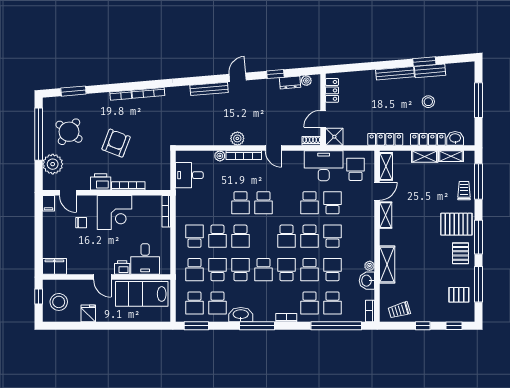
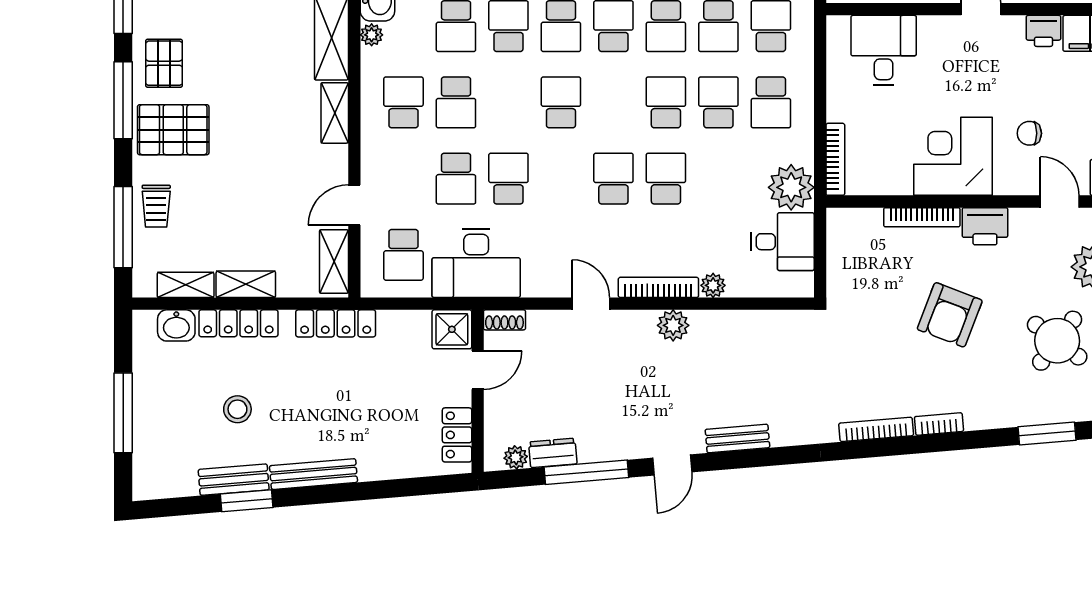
window: (275, 74) -> (586, 472), width x2.17
bench: (209, 89) -> (737, 438), width x0.73
plant: (186, 199) -> (791, 187), added
shelving: (386, 215) -> (335, 113), moved
school desk: (310, 236) -> (403, 102), moved
printer: (122, 268) -> (1043, 31), moved

